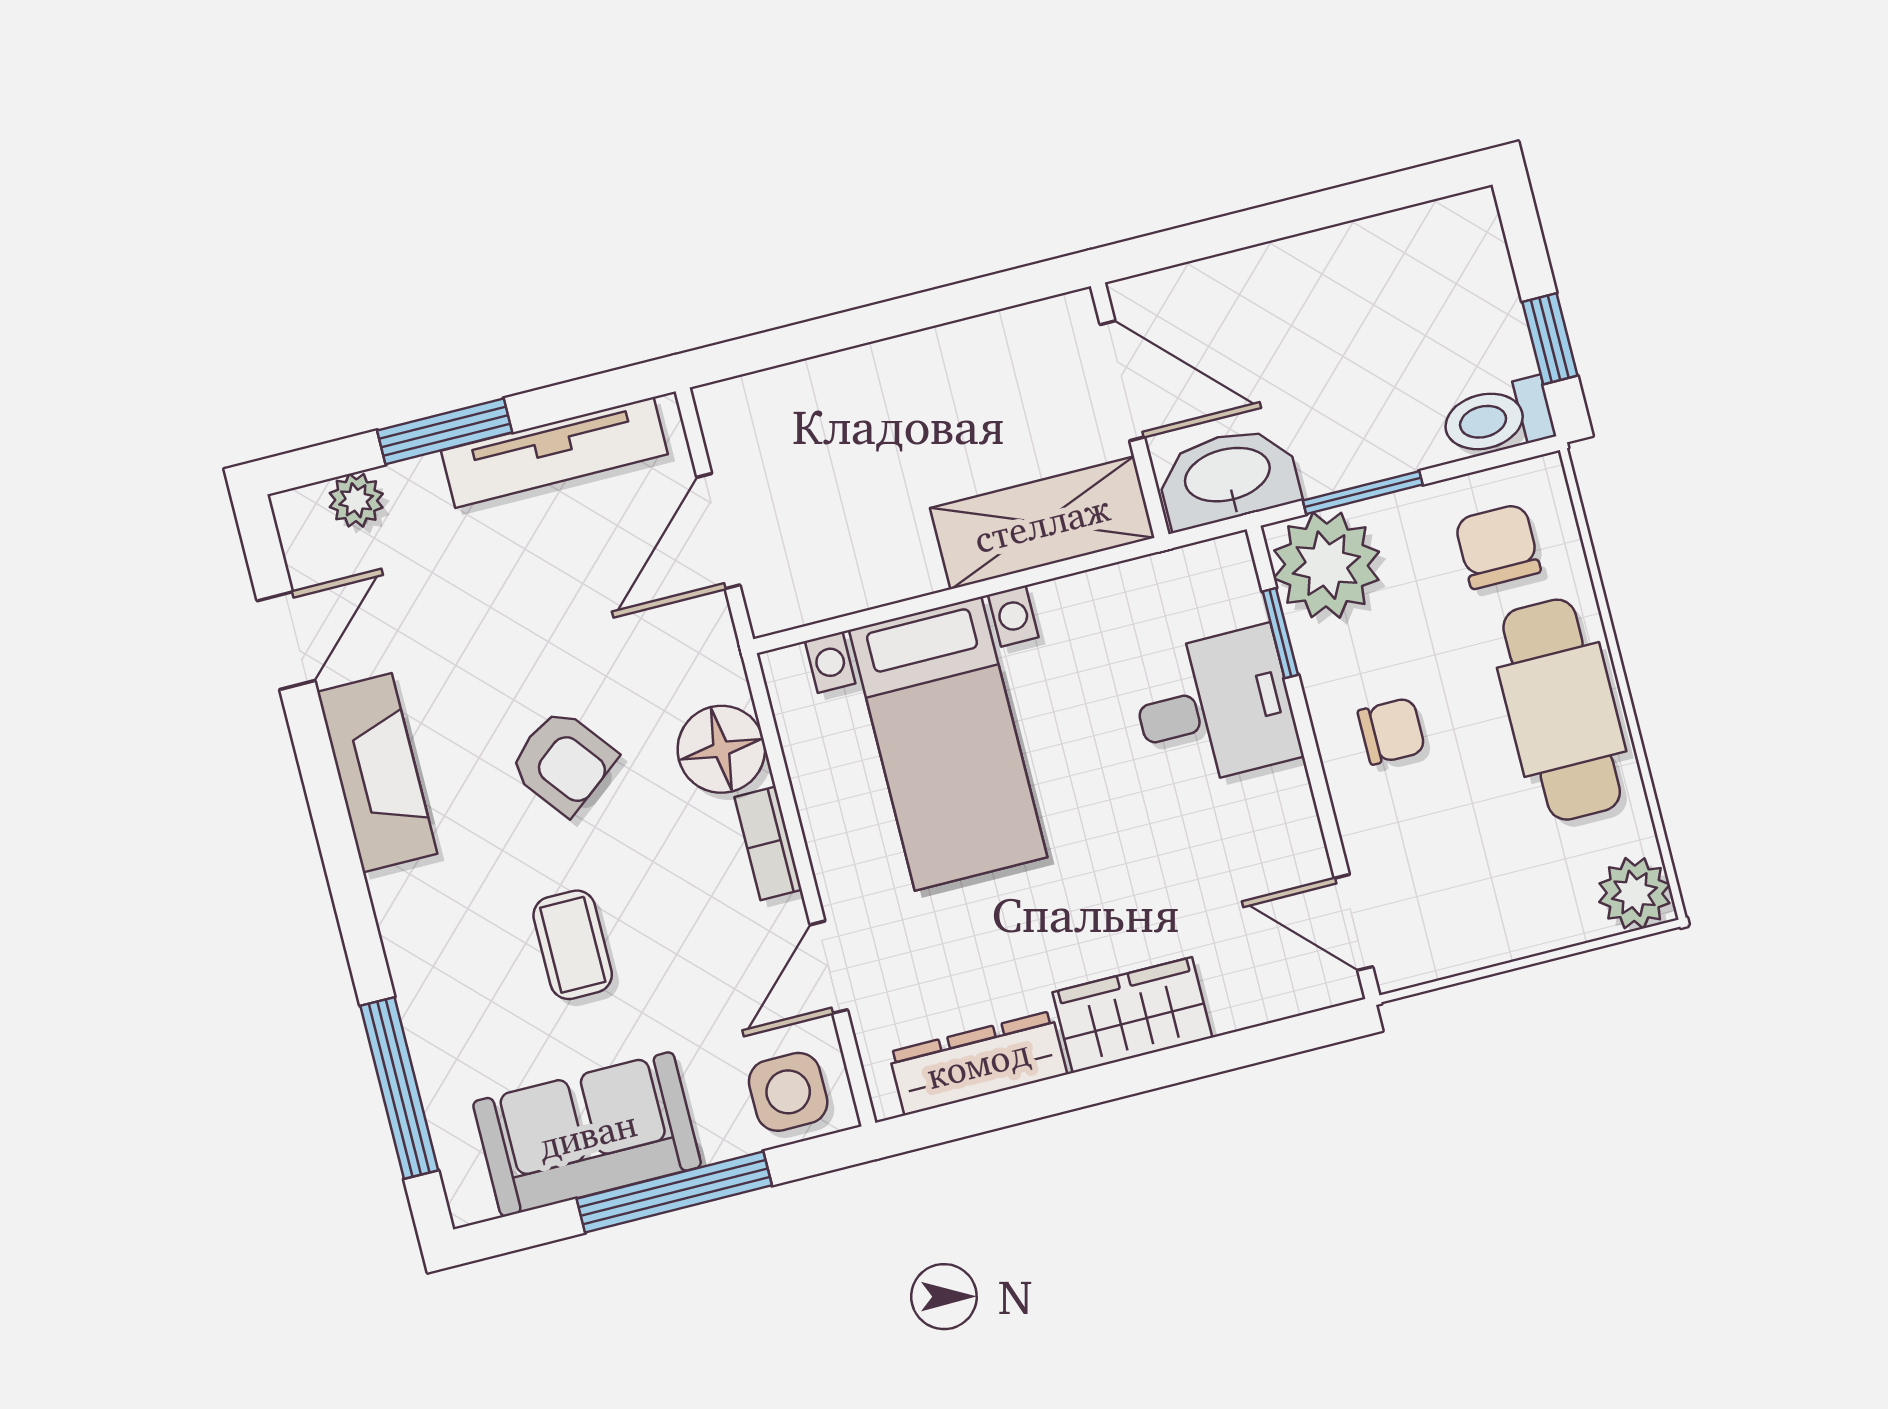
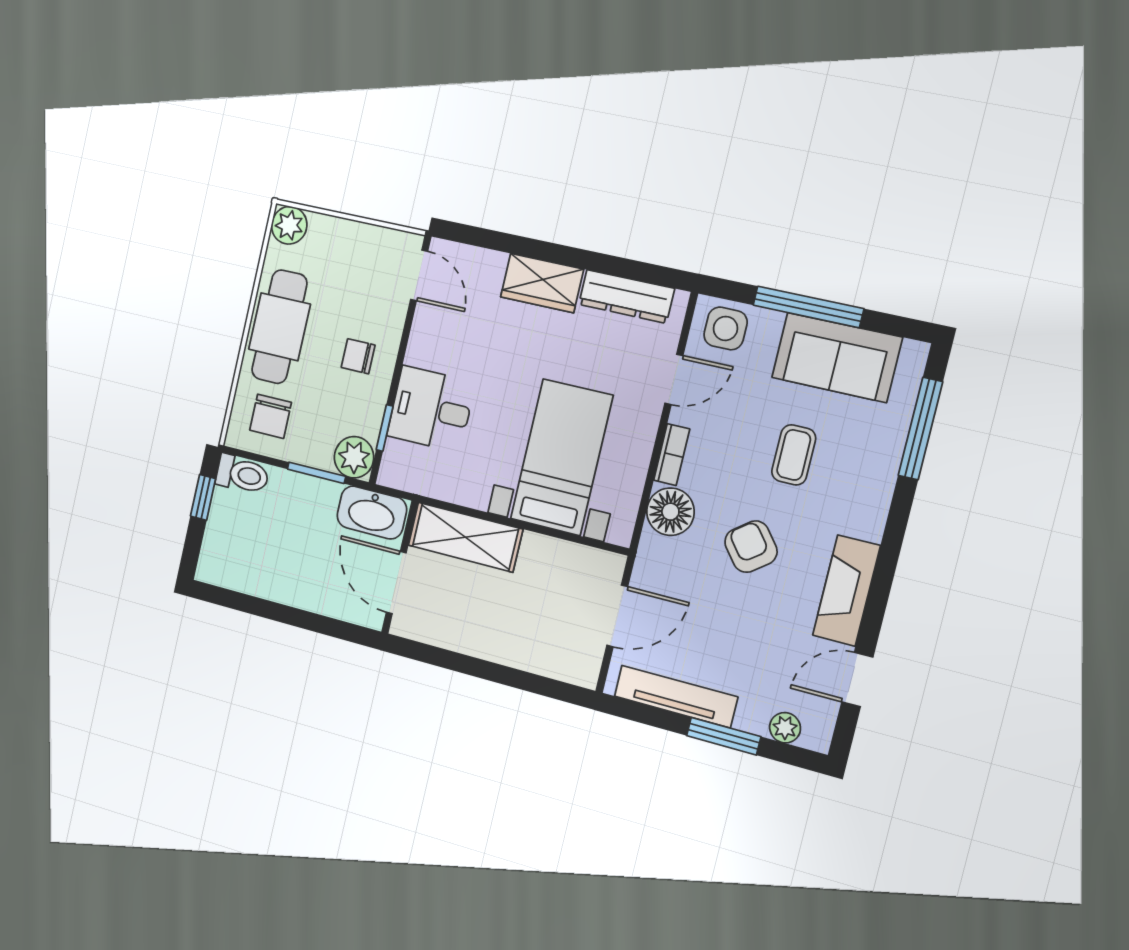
plant: (1326, 565) -> (354, 457), width x0.73, depth x0.73

